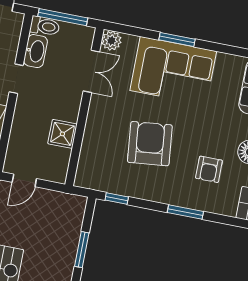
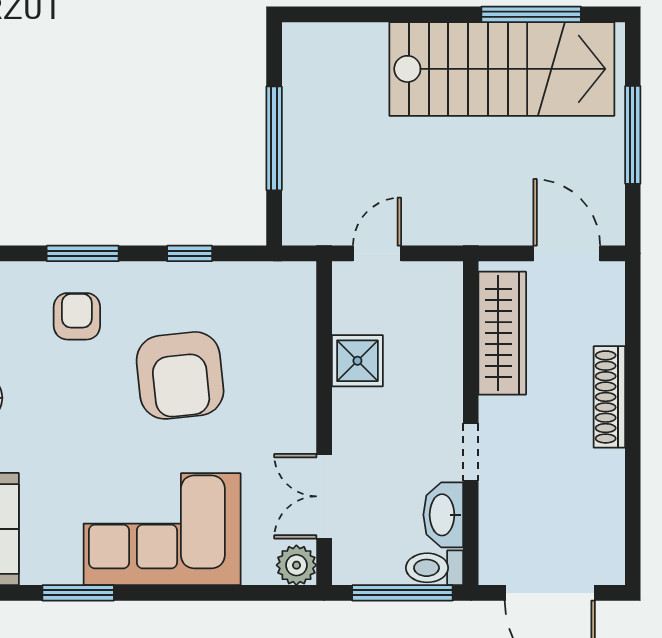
window: (177, 40) -> (78, 593), moved
armchair: (209, 169) -> (77, 316), moved
door: (24, 180) -> (377, 253), moved
window: (117, 199) -> (190, 253), moved
window: (82, 250) -> (274, 138), width x1.44

